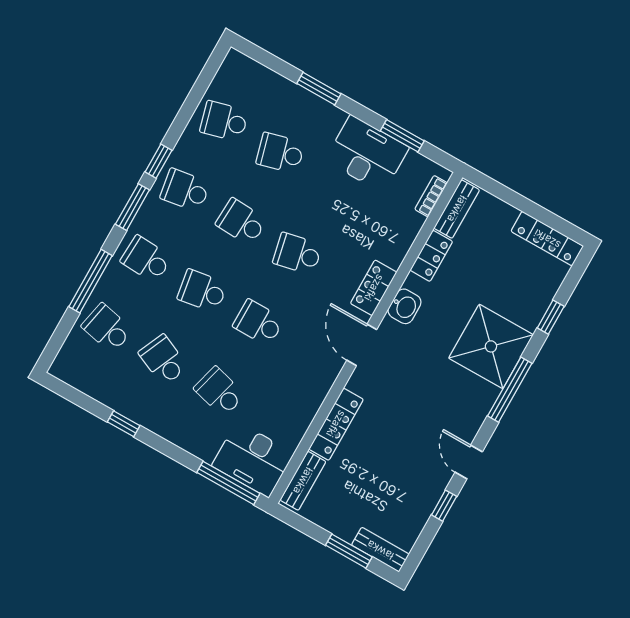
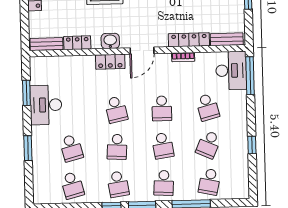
bookcase: (431, 196) -> (183, 57), moved
school desk: (219, 392) -> (208, 107), turned -30

